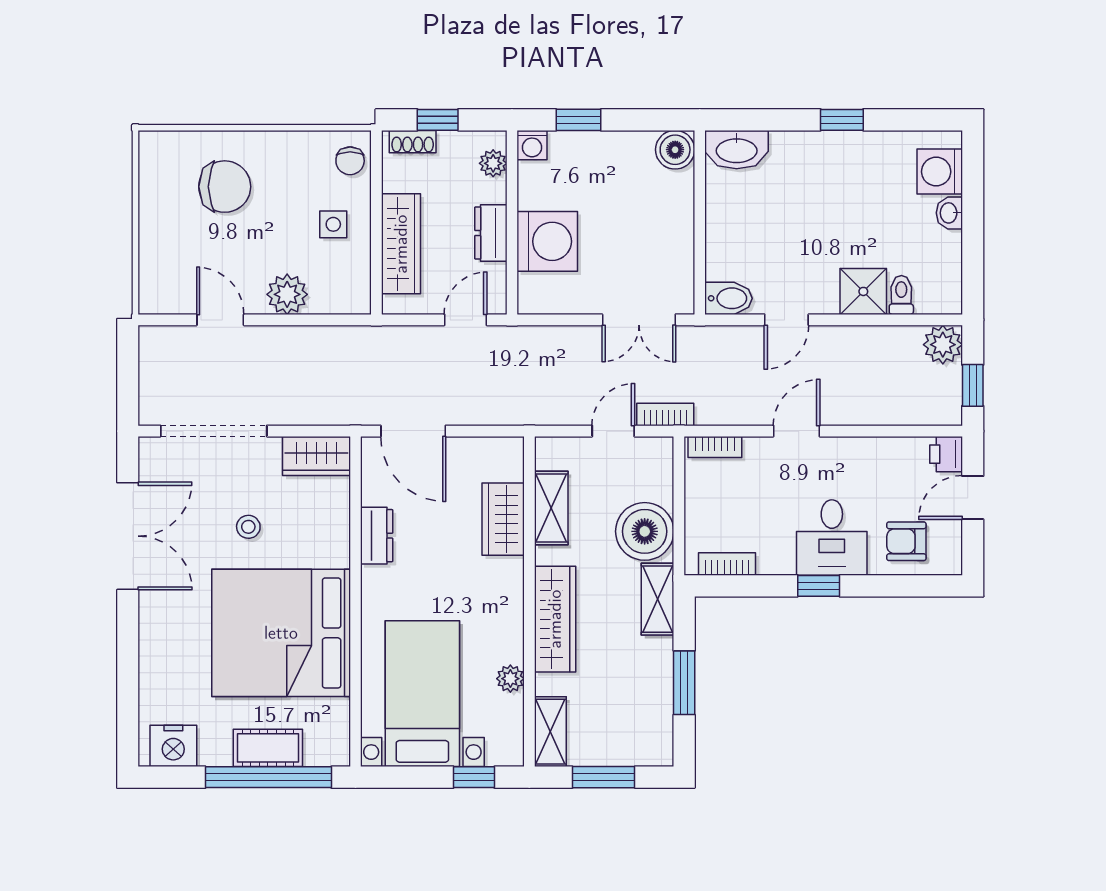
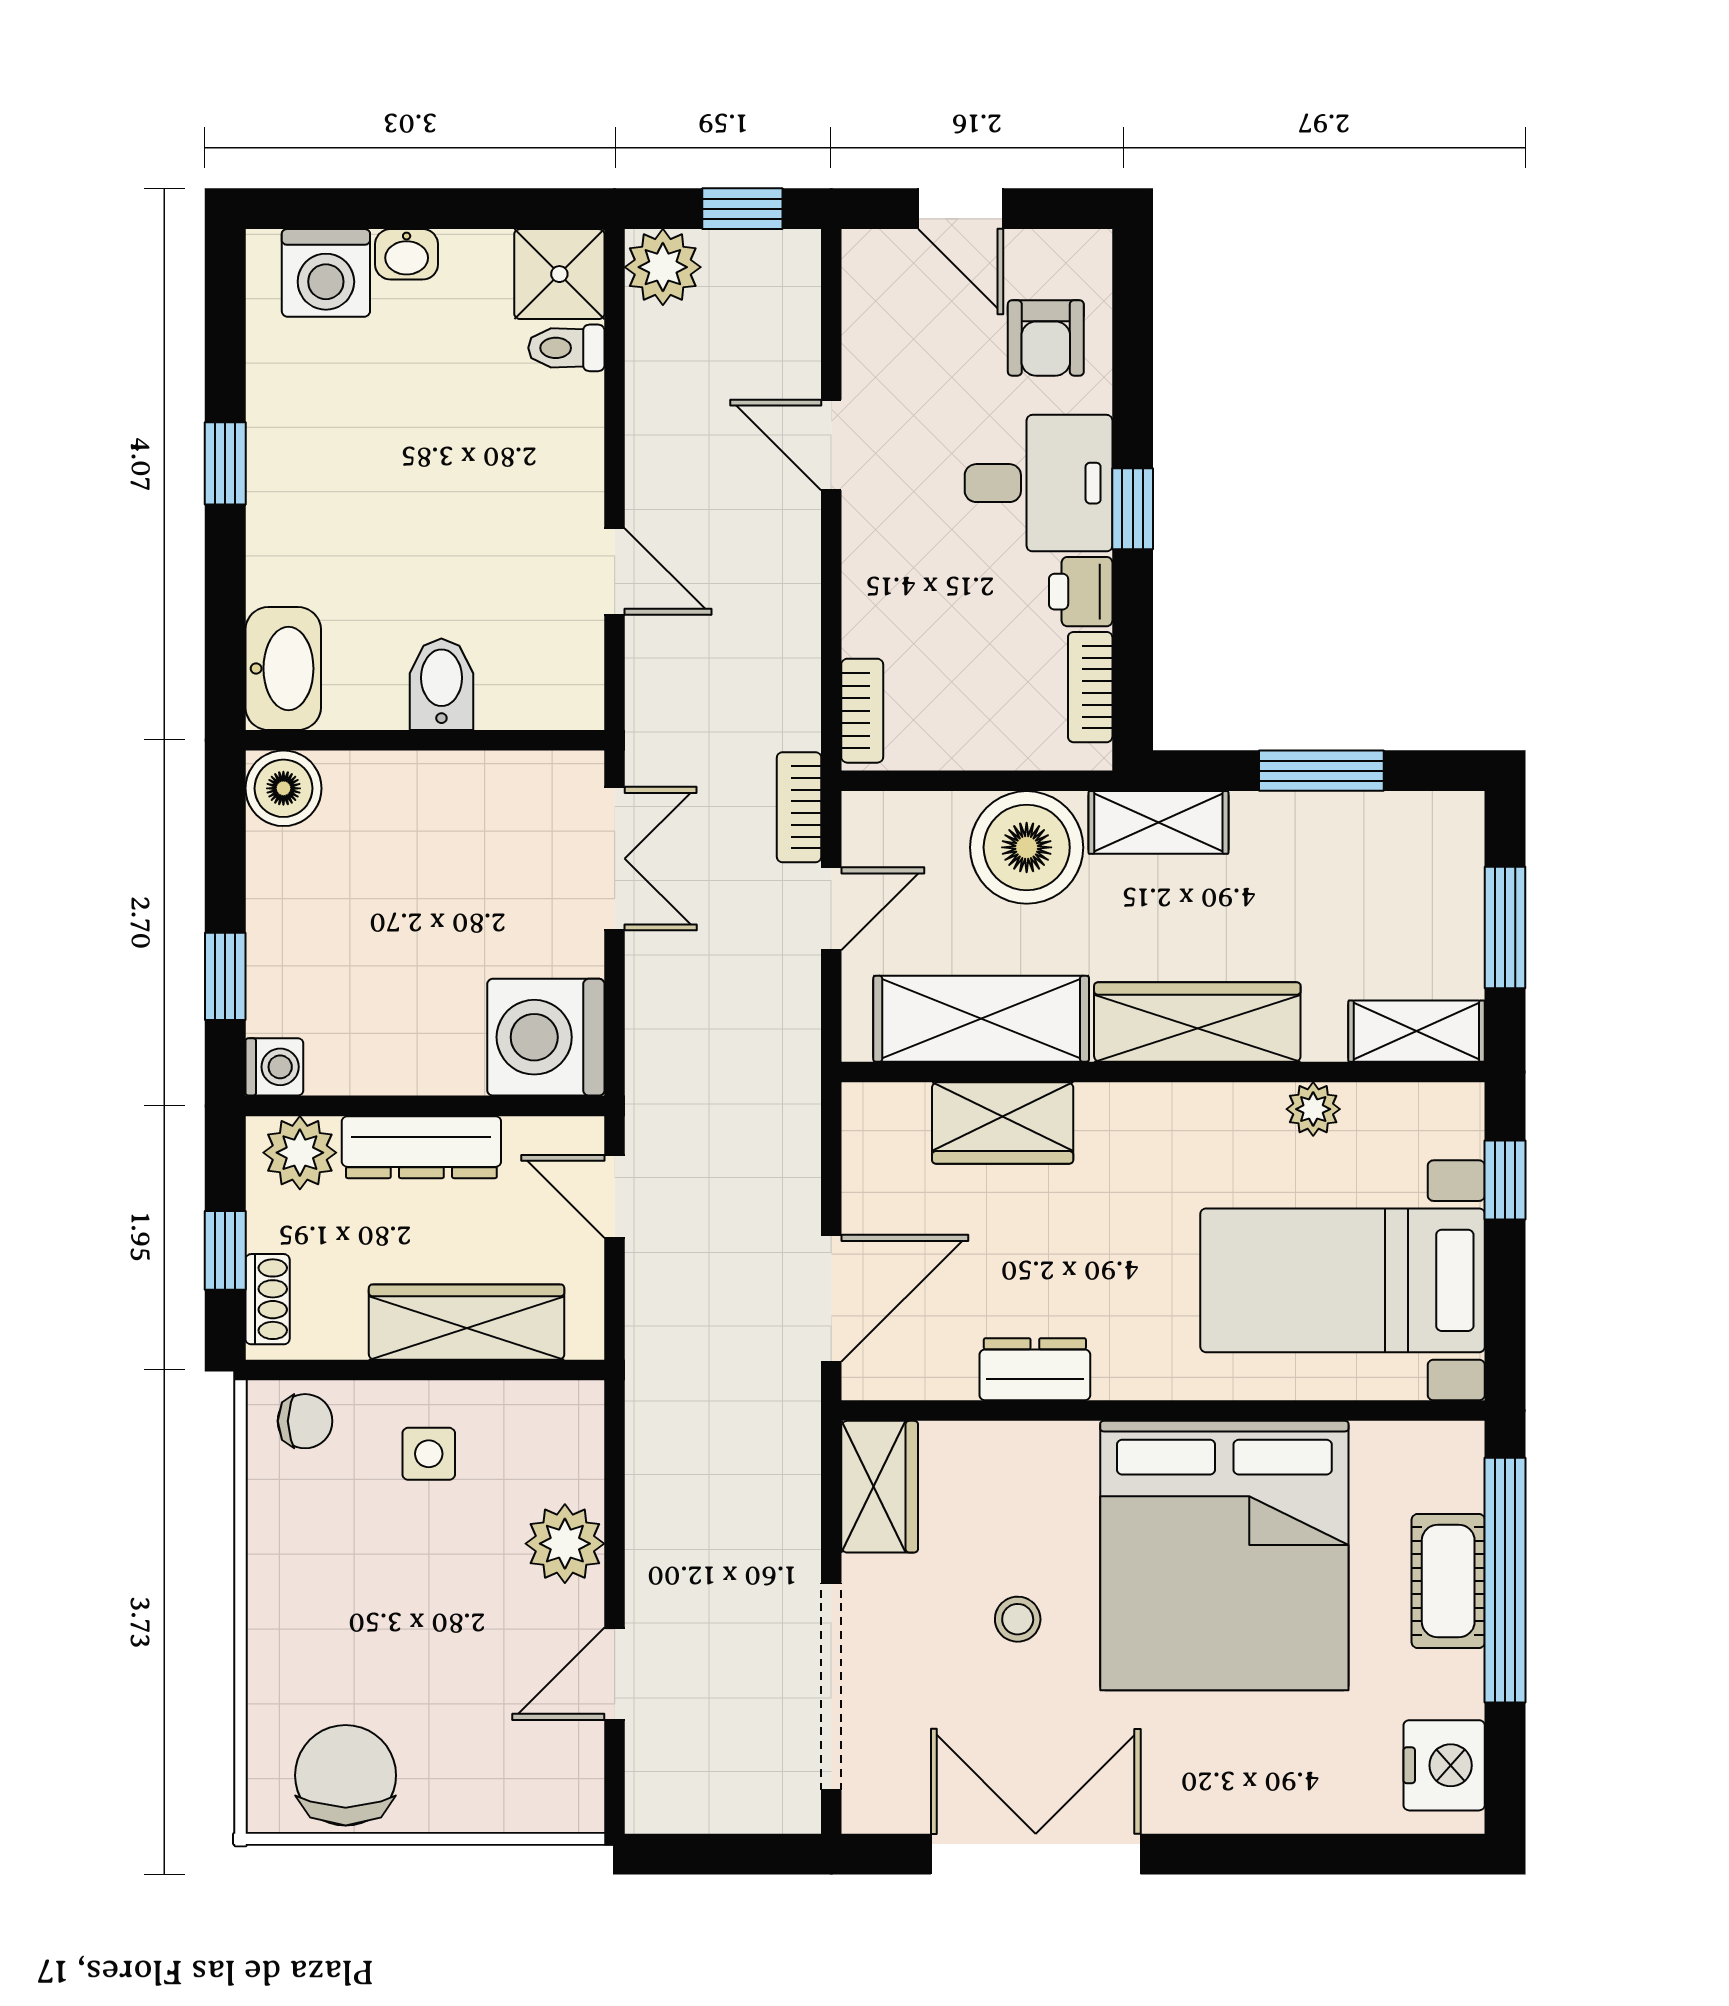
plant: (493, 163) -> (300, 1153), width x1.38, depth x1.38
chair: (225, 187) -> (346, 1775), moved
dresser: (491, 233) -> (421, 1147), width x1.44
washing machine: (547, 241) -> (546, 1037), moved, turned -90
shower: (863, 291) -> (559, 274), moved
bidet: (729, 298) -> (441, 684), moved
door: (613, 431) -> (831, 909), swing flipped
door: (797, 431) -> (831, 445), moved
printer: (946, 454) -> (1081, 592), moved, turned 90
shelving: (551, 508) -> (981, 1019), width x1.50, depth x1.33

